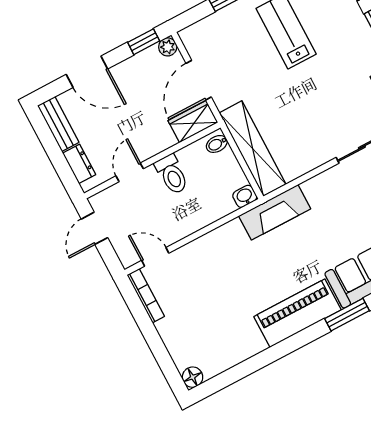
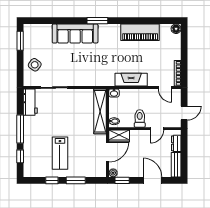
fireplace: (275, 212) -> (131, 80), moved
piano: (298, 313) -> (140, 32), moved

